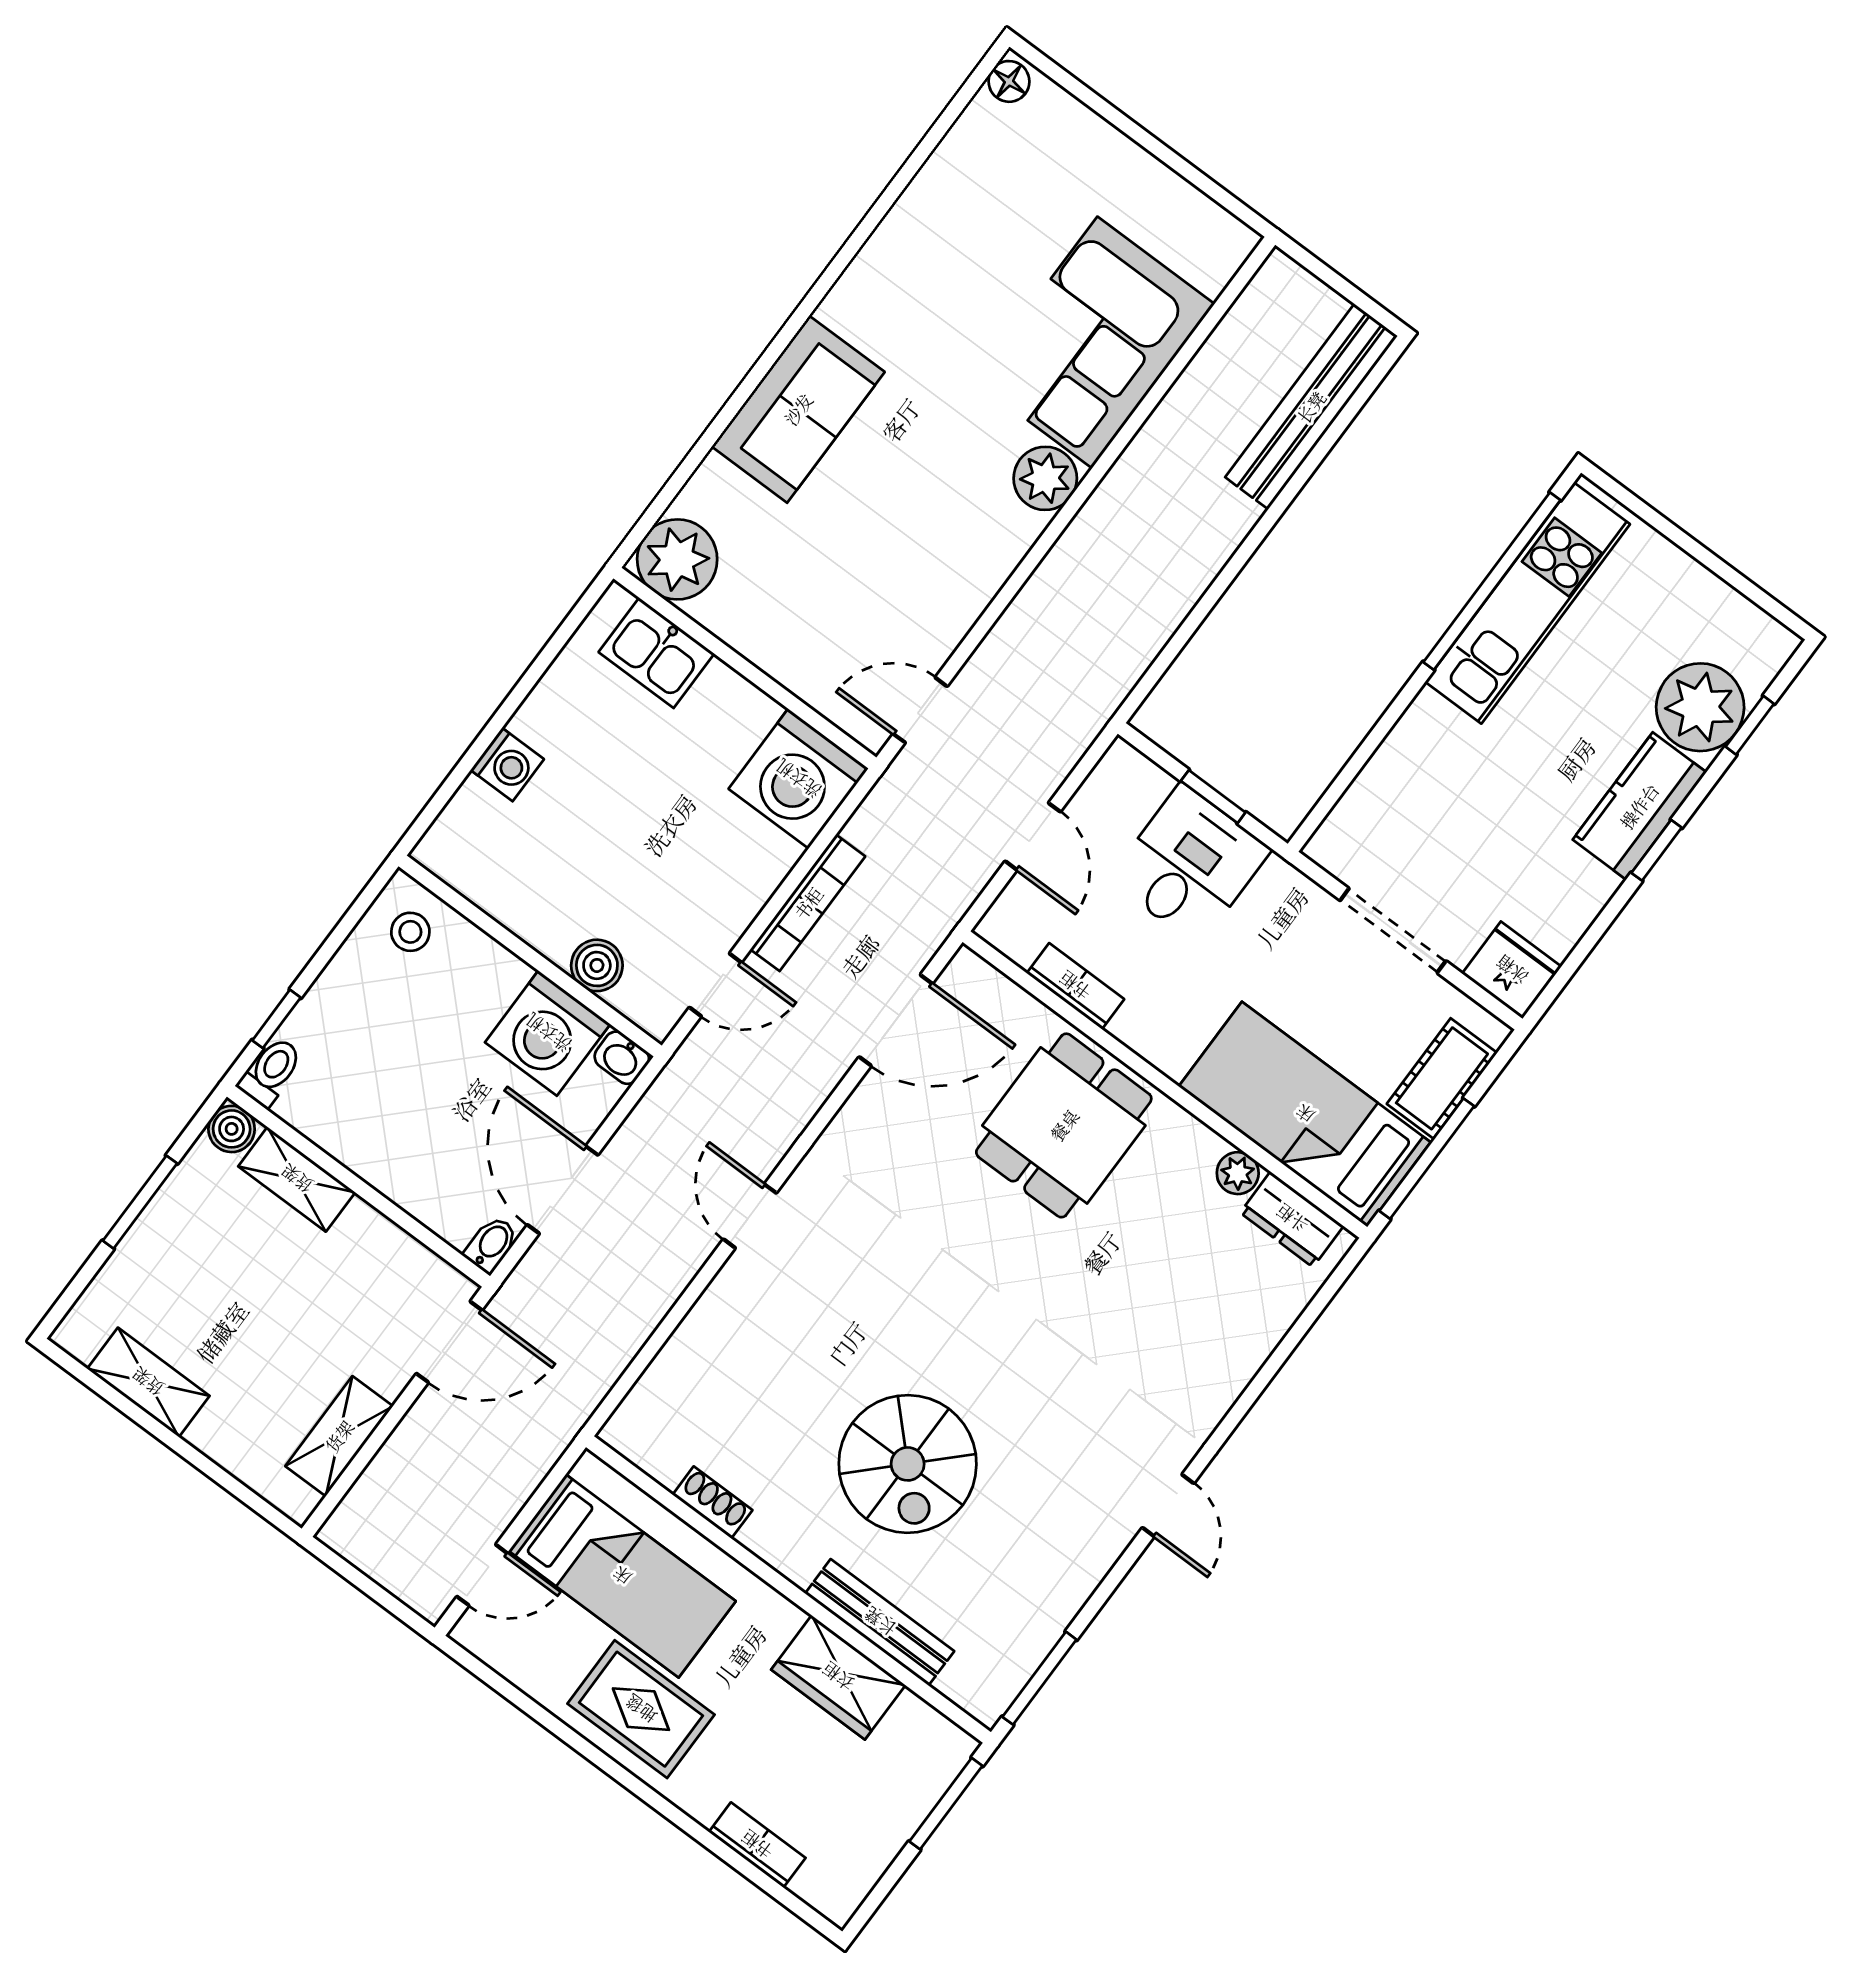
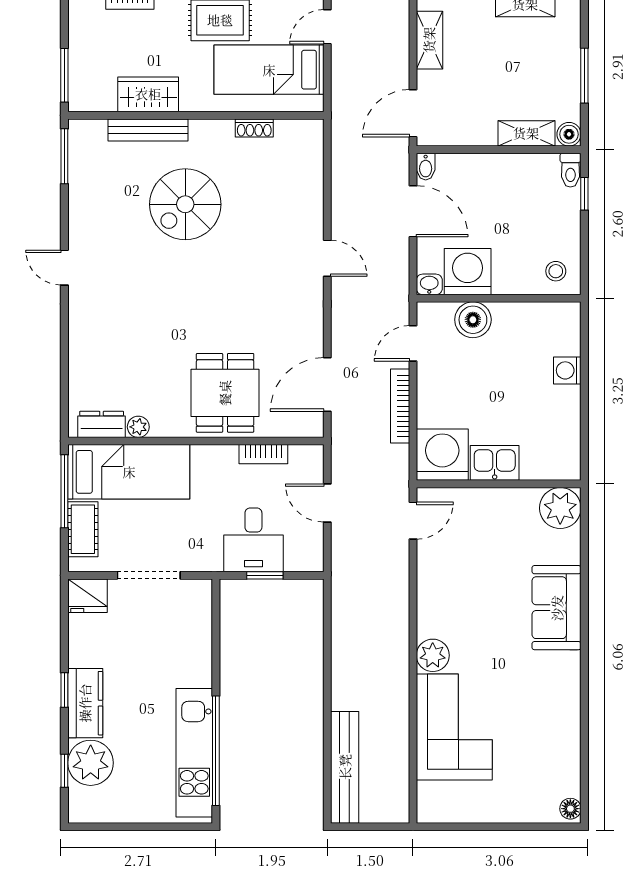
kitchen sink: (656, 653) -> (495, 463), moved
boiler: (597, 965) -> (473, 320), width x1.36, depth x1.36
spiral stairs: (908, 1464) -> (185, 204), turned -90

